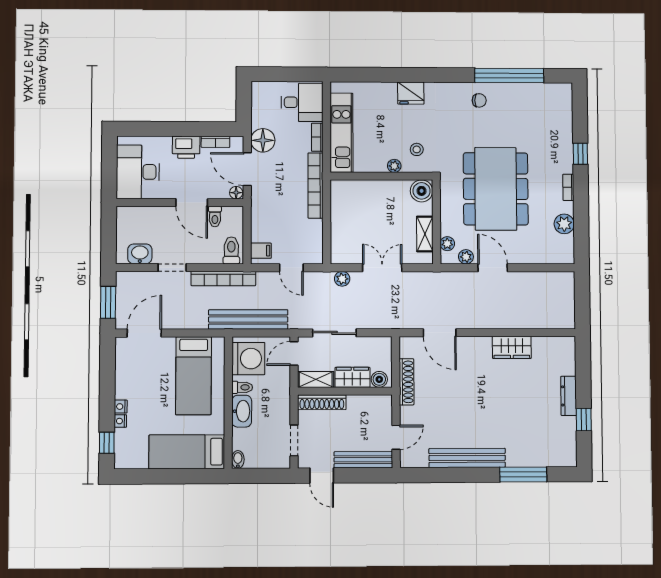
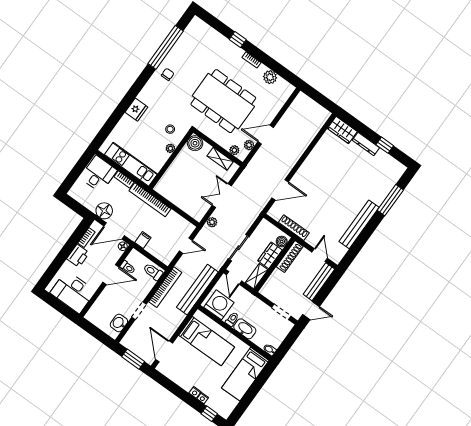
filing cabinet: (261, 251) -> (143, 240), moved
wardrobe: (512, 347) -> (342, 130), moved, turned 90
shoe rack: (322, 402) -> (290, 257), moved

